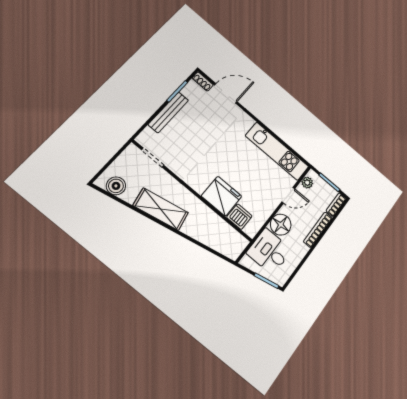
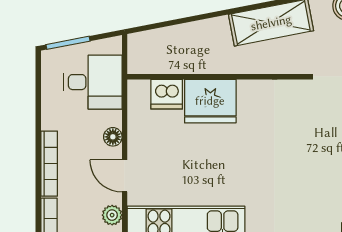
door: (288, 195) -> (125, 176), hinge flipped
floor lamp: (281, 225) -> (113, 137), width x0.53, depth x0.53

